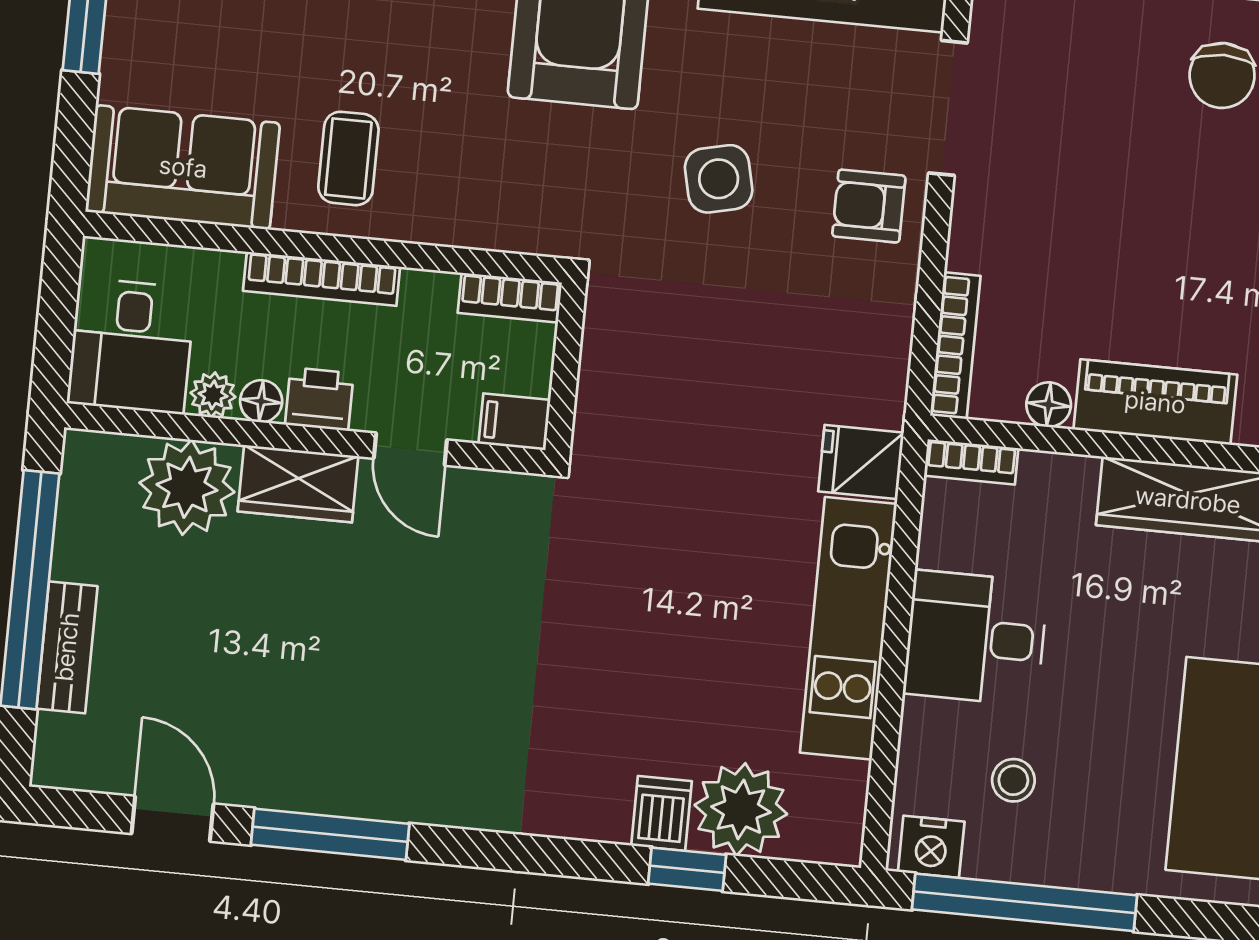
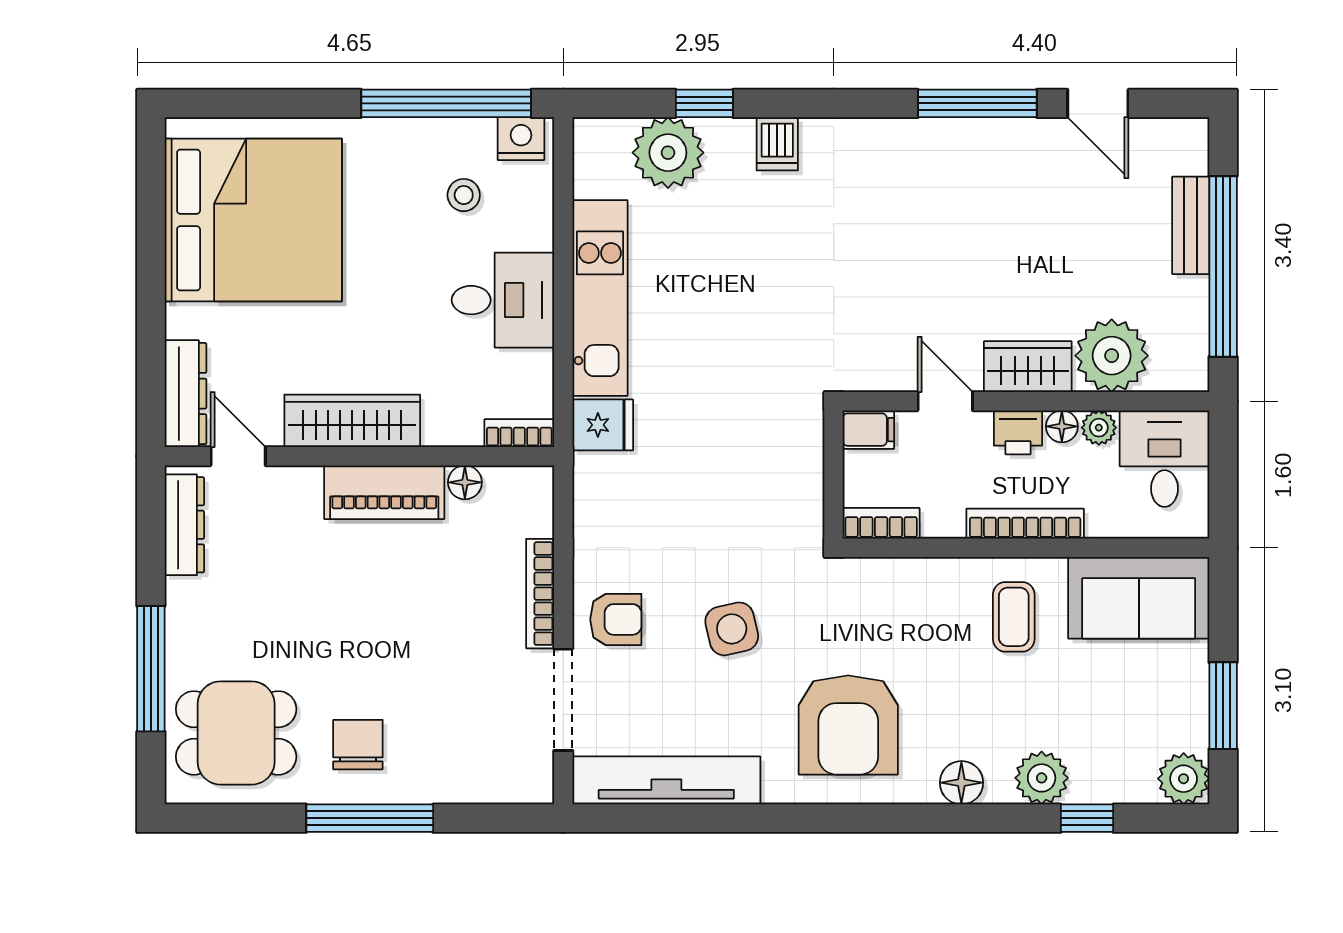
bookcase: (955, 346) -> (540, 594), moved
dishwasher: (661, 813) -> (777, 144), moved

